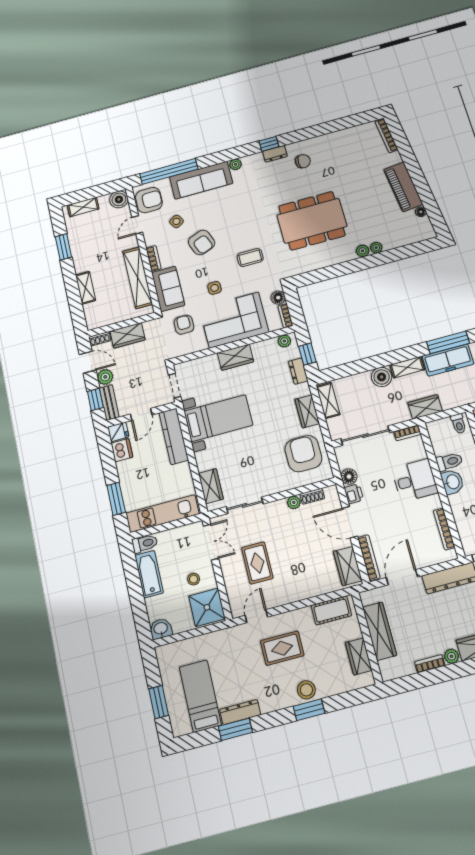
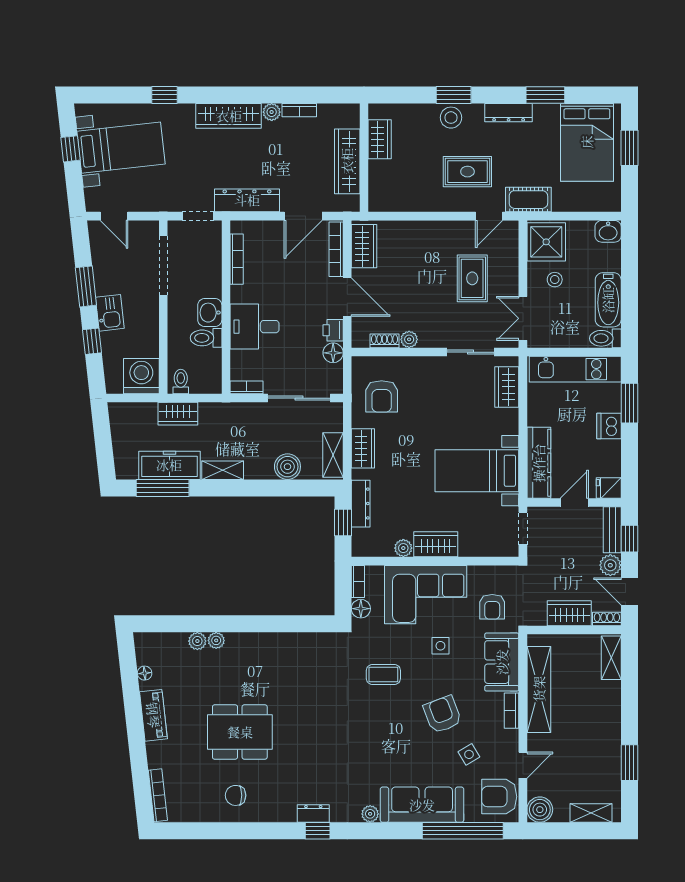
chair: (303, 161) -> (236, 795), moved
piano: (403, 187) -> (153, 715), width x0.73, depth x0.75
dining table: (312, 221) -> (240, 732), moved, width x0.73, depth x0.80
plant: (363, 251) -> (197, 641), moved
shelving: (86, 288) -> (611, 658), moved
plant: (284, 341) -> (403, 548), moved
dresser: (298, 371) -> (361, 504), width x1.44
boiler: (382, 377) -> (287, 467), moved
wardrobe: (425, 407) -> (178, 414), moved
dishwasher: (122, 450) -> (609, 426), moved
armchair: (303, 454) -> (382, 396), width x0.73, depth x0.73
cot: (331, 610) -> (528, 200), moved
bed: (200, 696) -> (587, 142), width x1.50
dresser: (240, 712) -> (509, 113), moved

